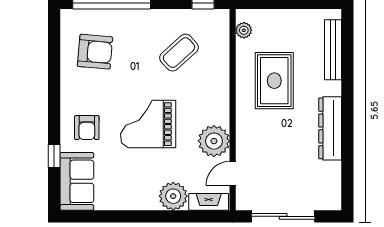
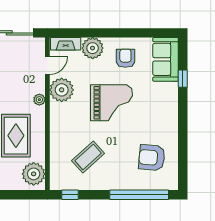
plant: (244, 30) -> (34, 174), width x1.87, depth x1.87
armchair: (87, 128) -> (125, 58), moved
plant: (243, 128) -> (39, 100), added

